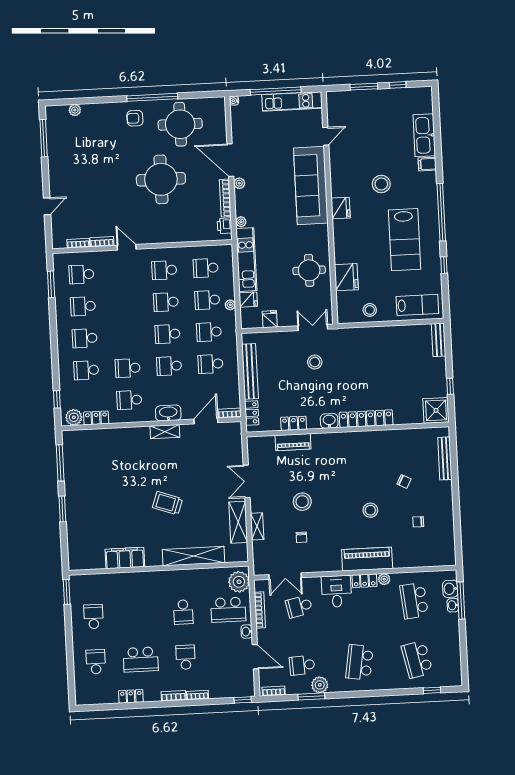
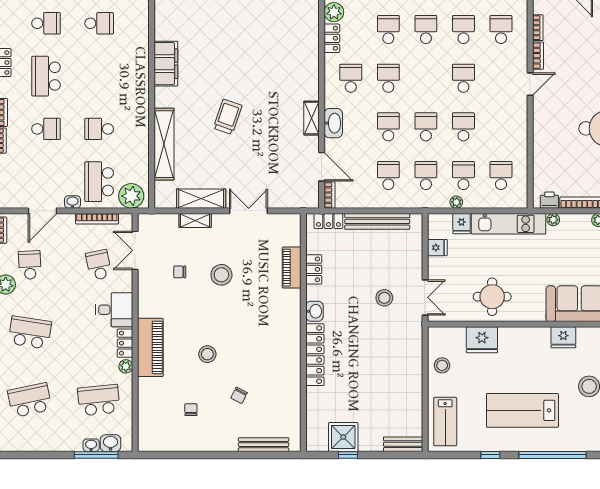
school desk: (164, 270) -> (463, 78), moved
shower: (436, 410) -> (343, 437), moved

